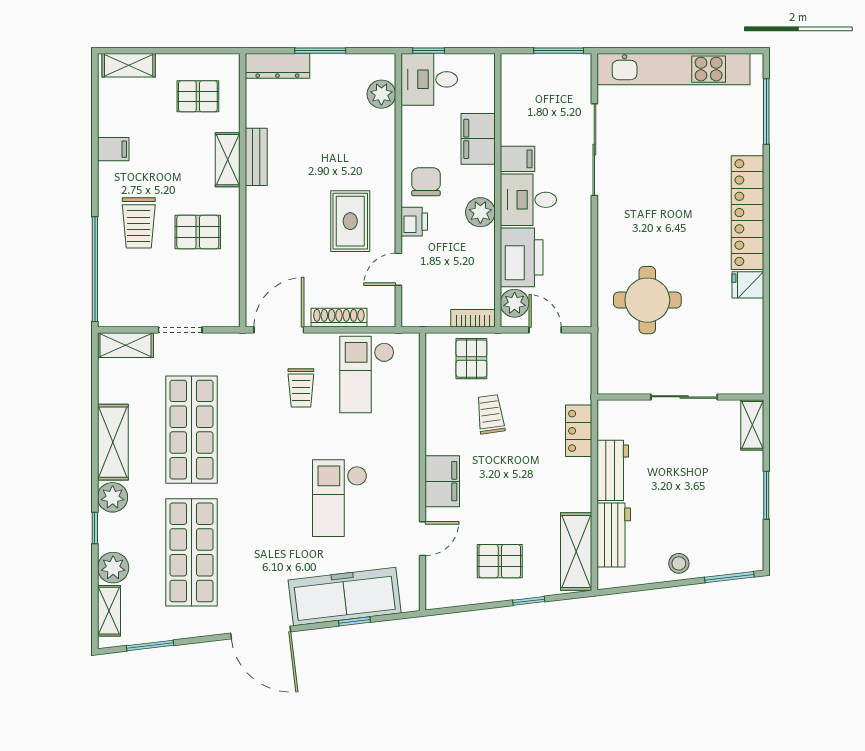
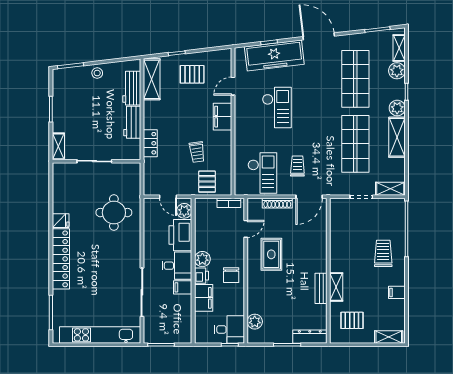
printer: (414, 222) -> (202, 276), moved, turned 180
pallet: (198, 232) -> (352, 249), removed
bookcase: (473, 318) -> (229, 203), moved

